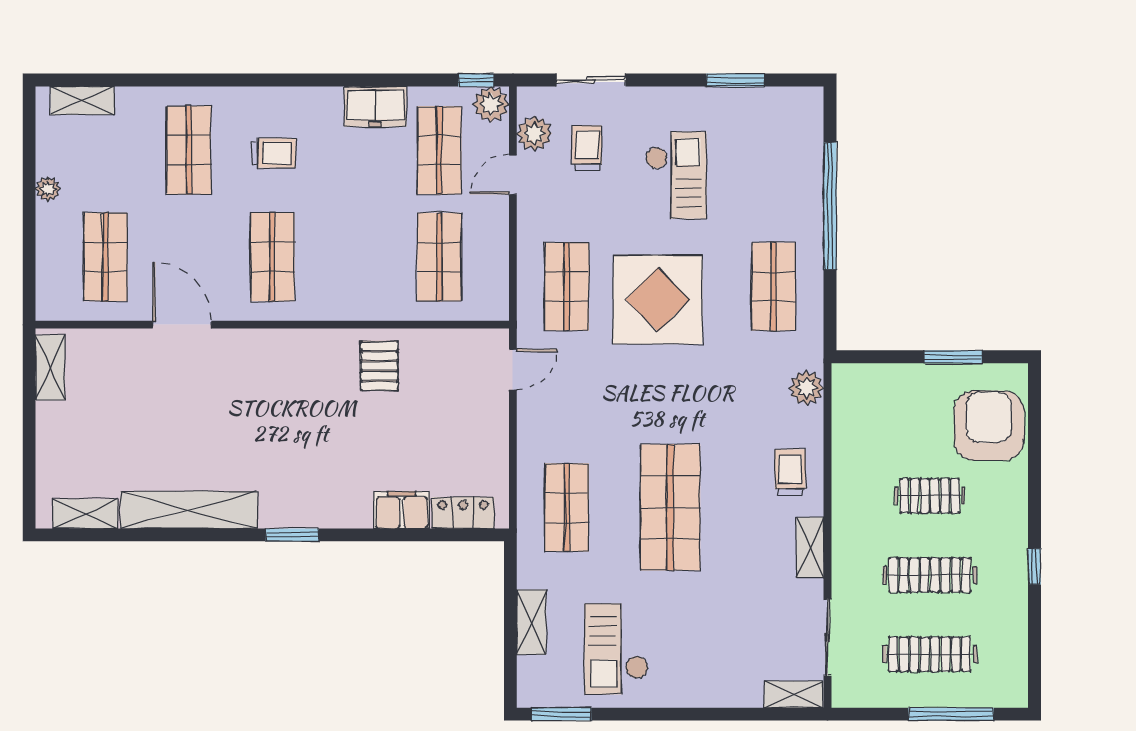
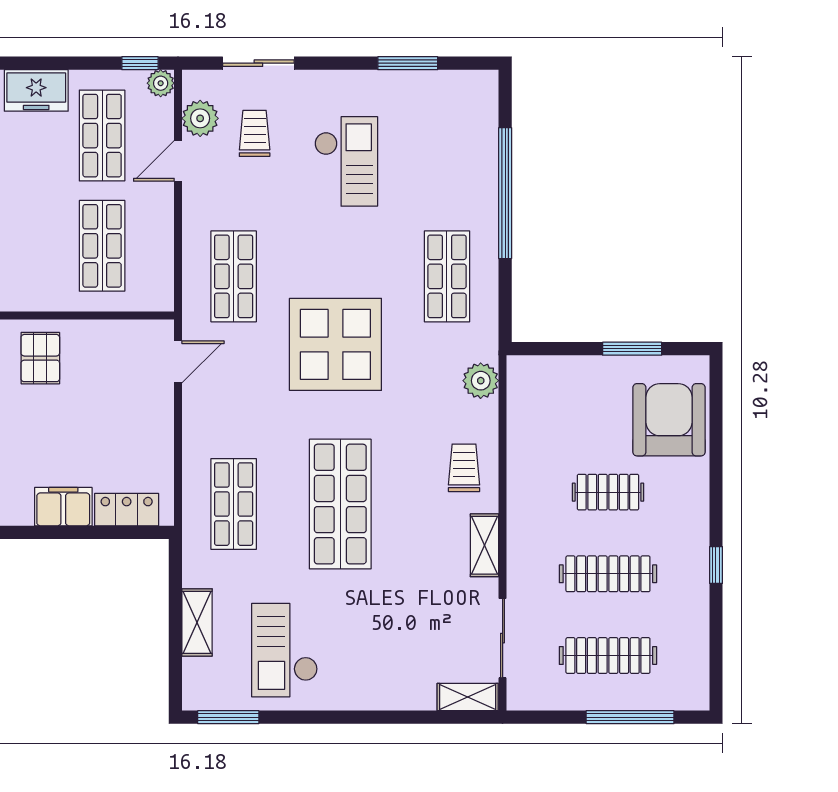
plant: (491, 104) -> (161, 83), width x0.73, depth x0.73
display table: (658, 300) -> (335, 344), moved

